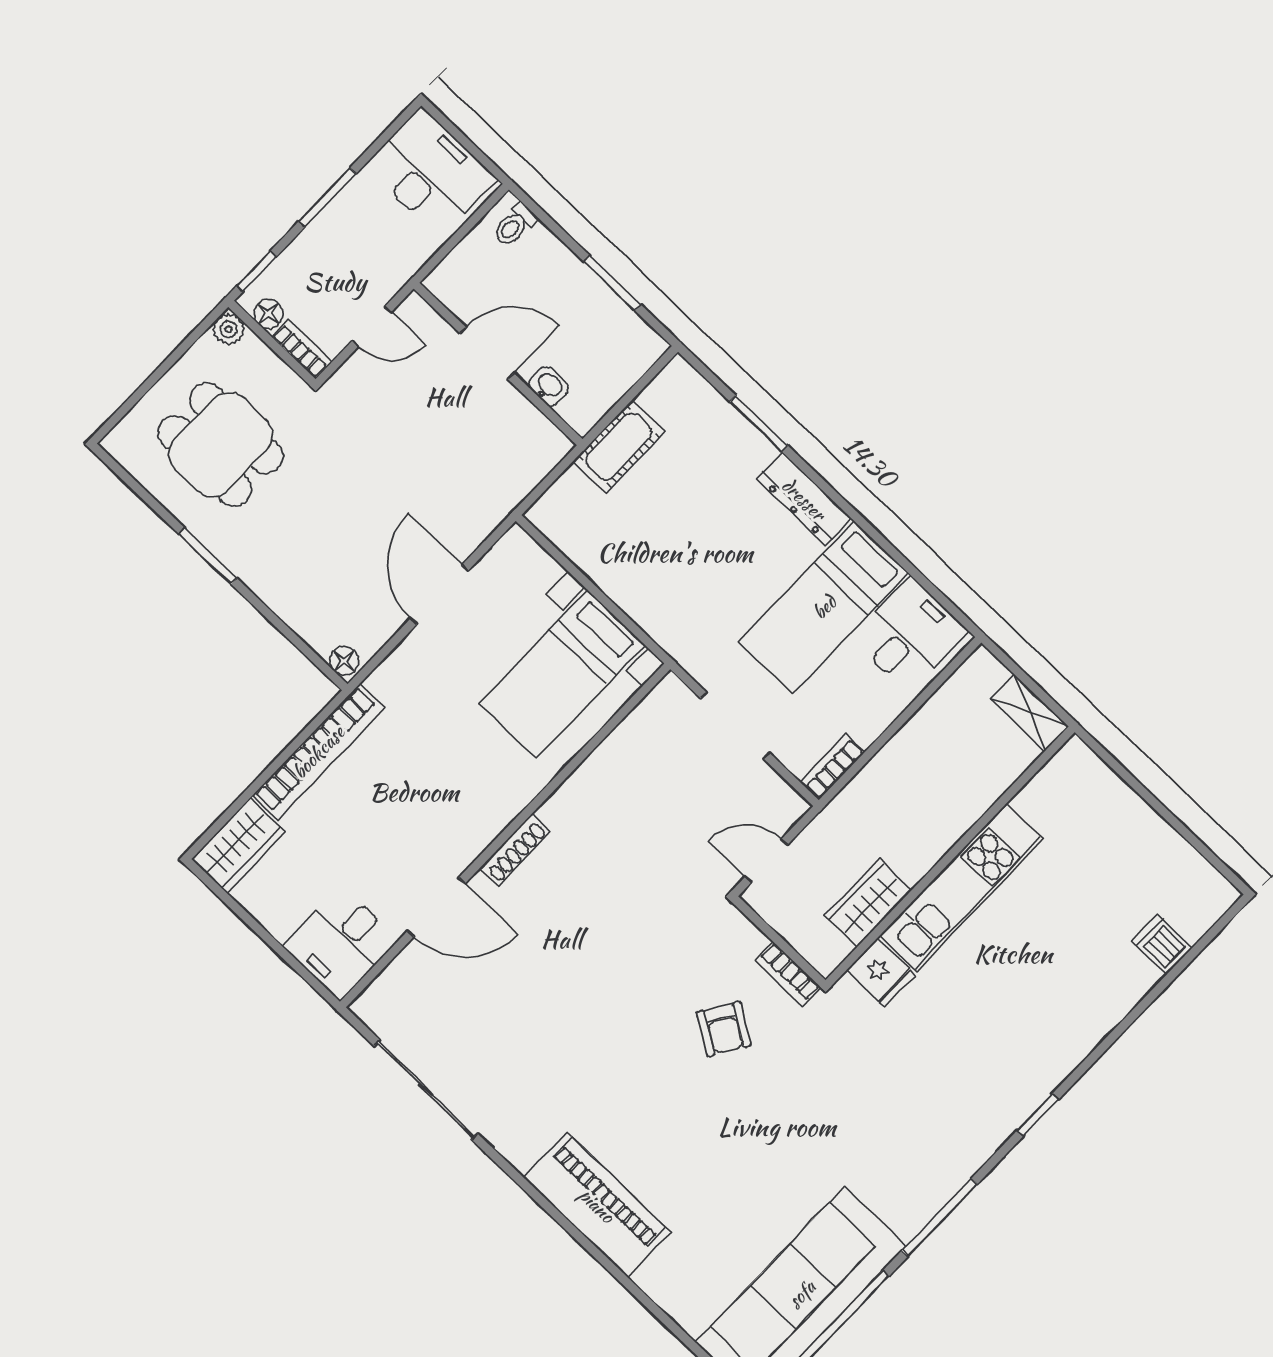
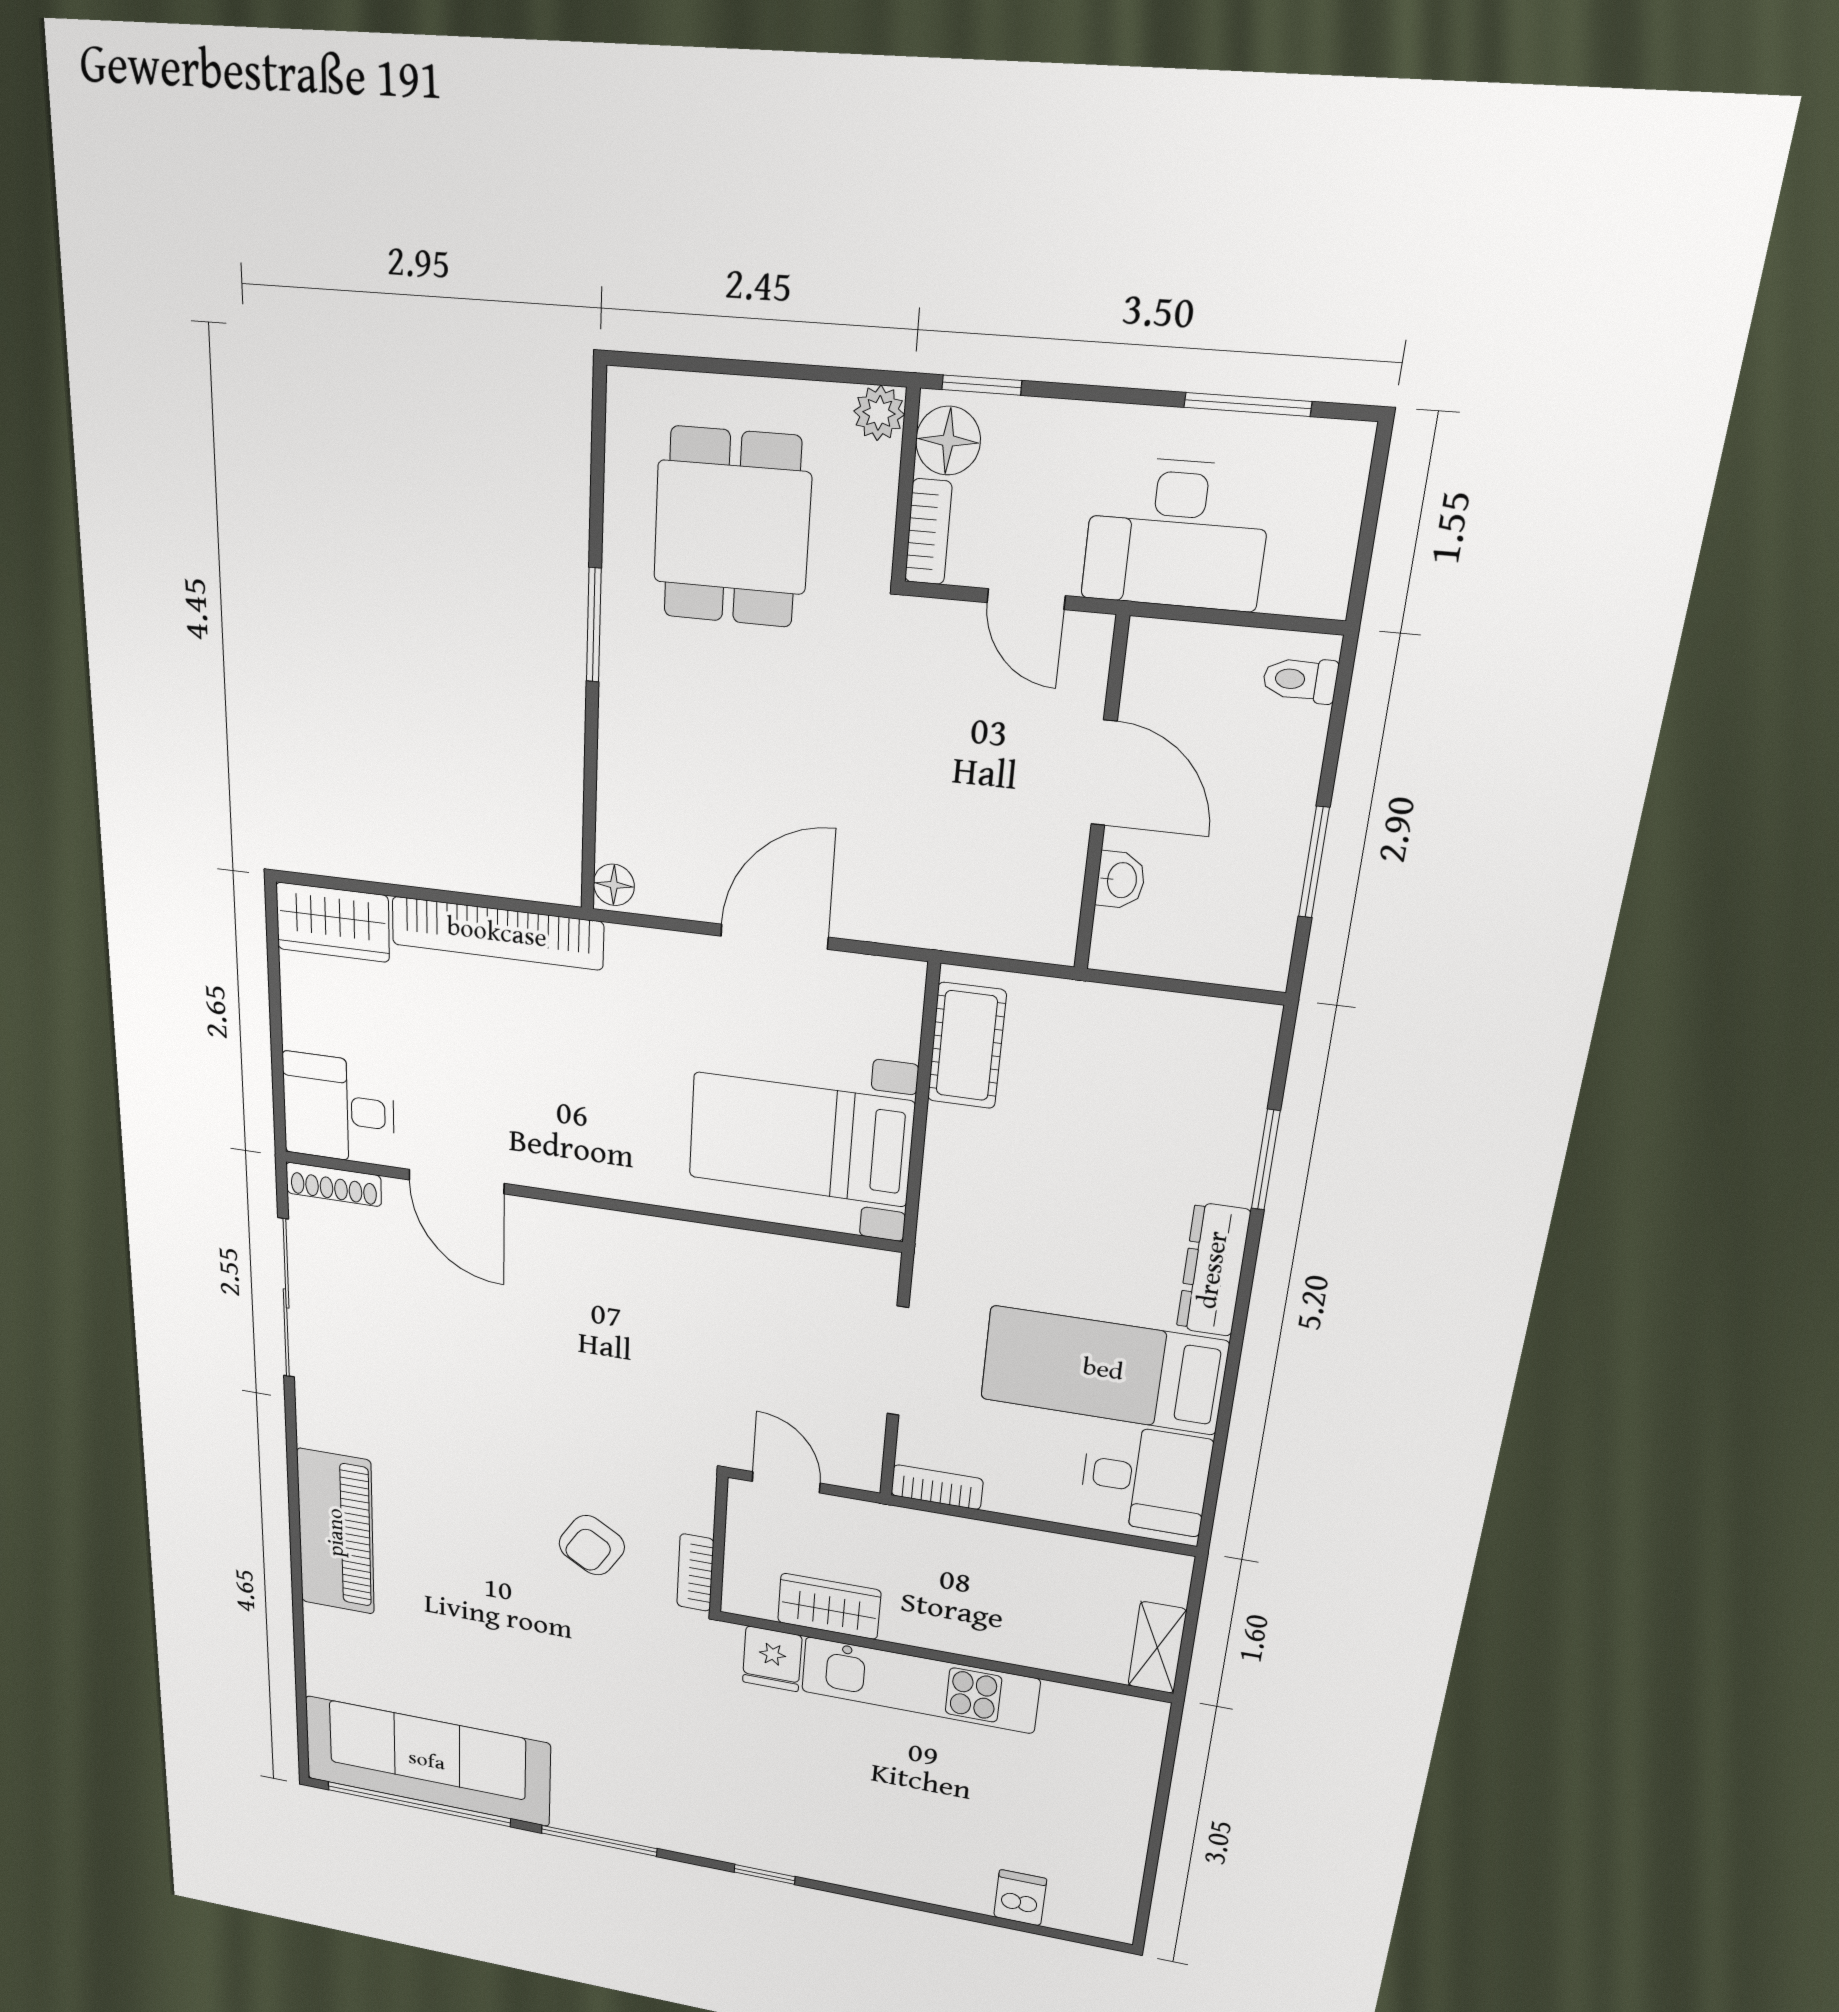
desk: (431, 172) -> (1176, 534), moved, turned 90
window: (328, 197) -> (1248, 404), moved
floor lamp: (268, 314) -> (948, 441), width x1.37, depth x1.37
cot: (619, 446) -> (967, 1046), moved, turned 90
shoe rack: (515, 850) -> (334, 1184), moved

